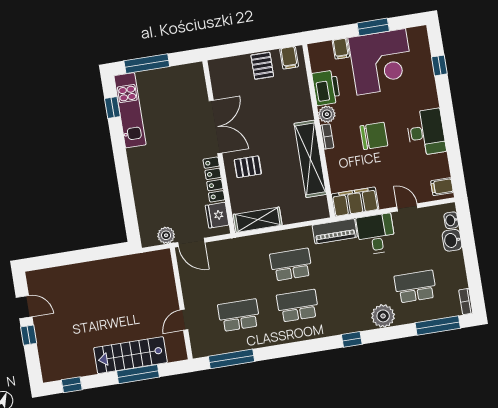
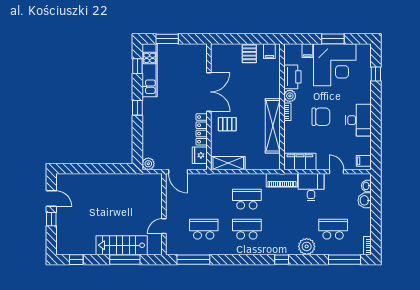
window: (147, 64) -> (167, 39), width x0.69
window: (122, 164) -> (137, 108), added
plant: (166, 235) -> (148, 164), moved

